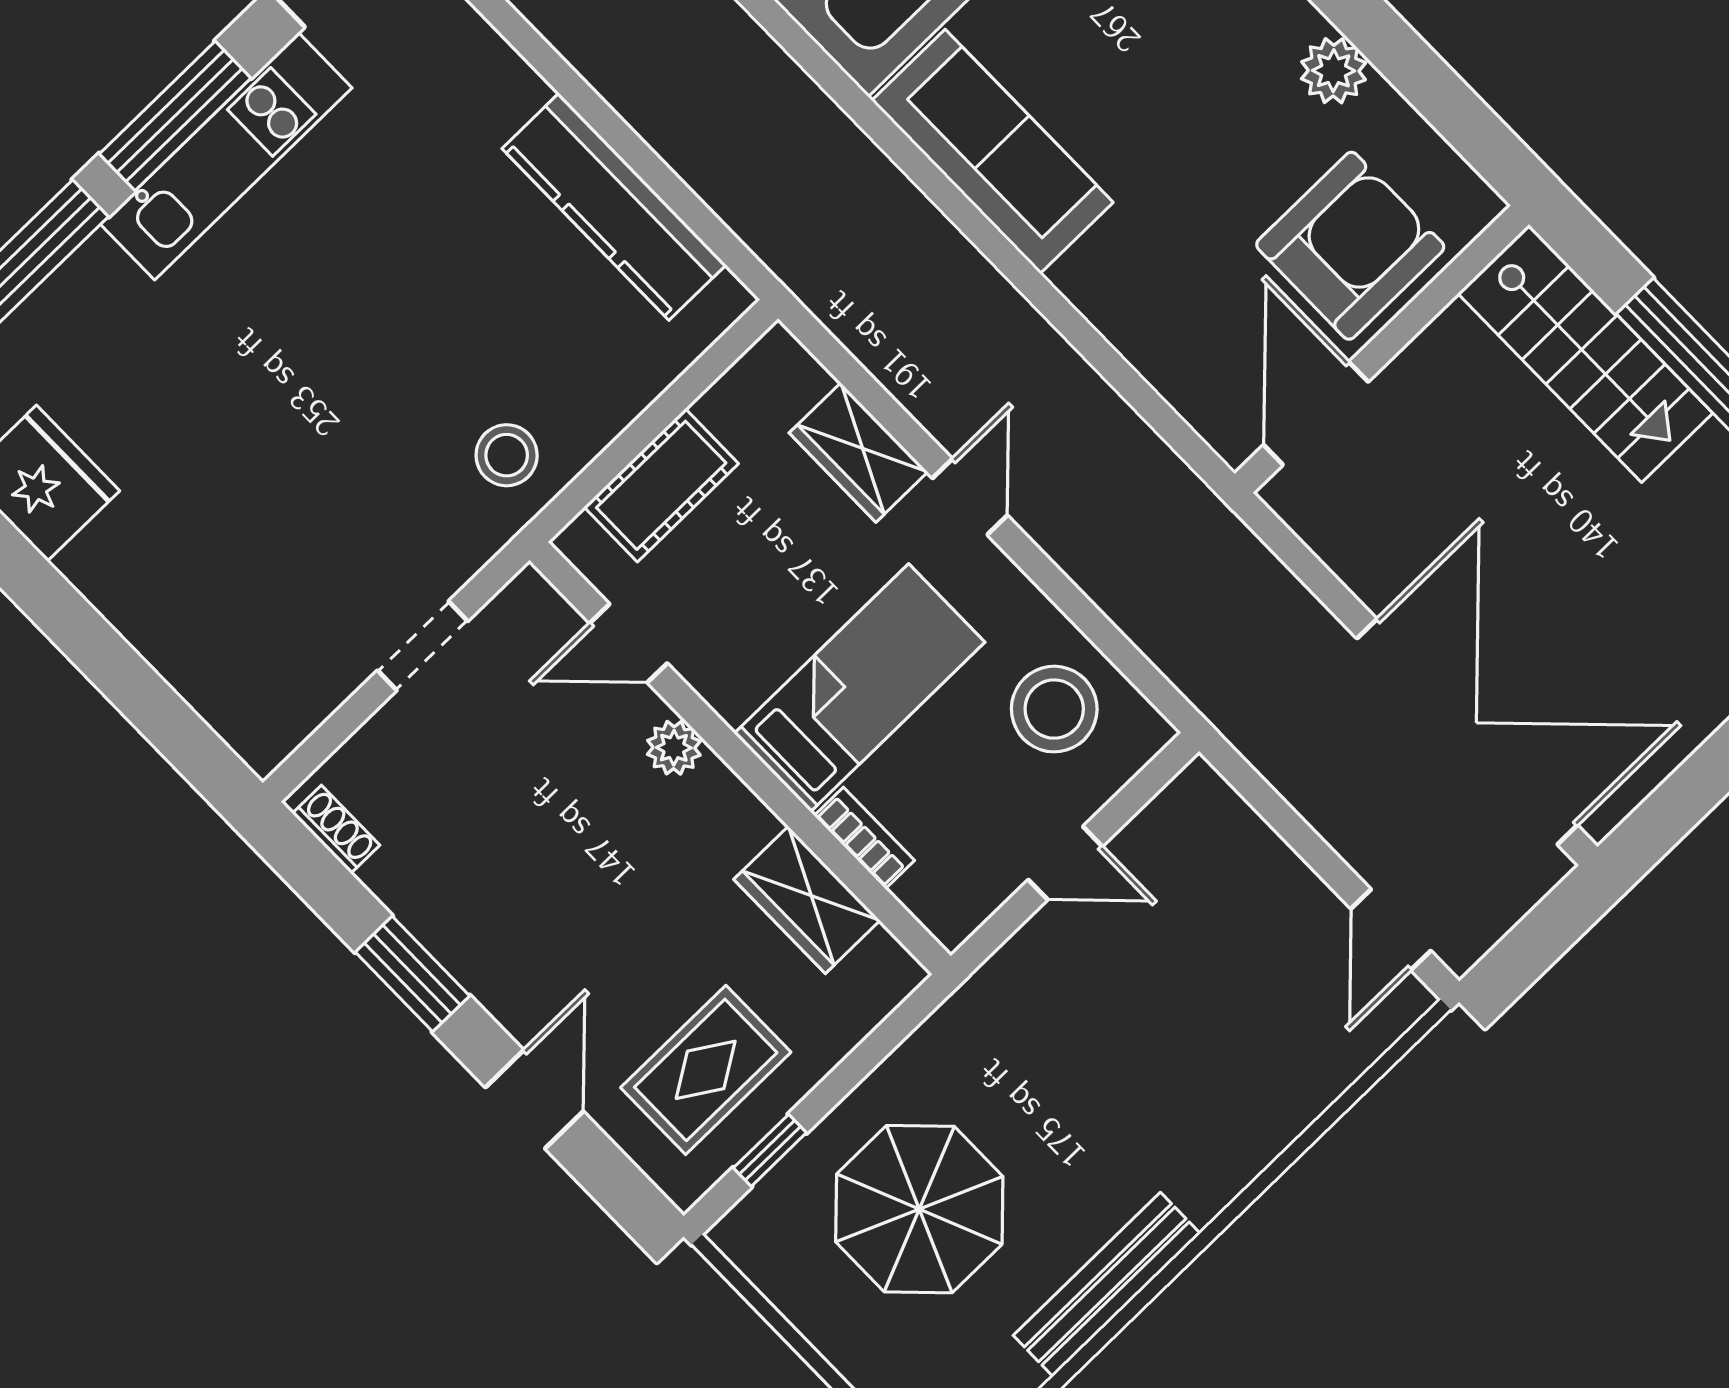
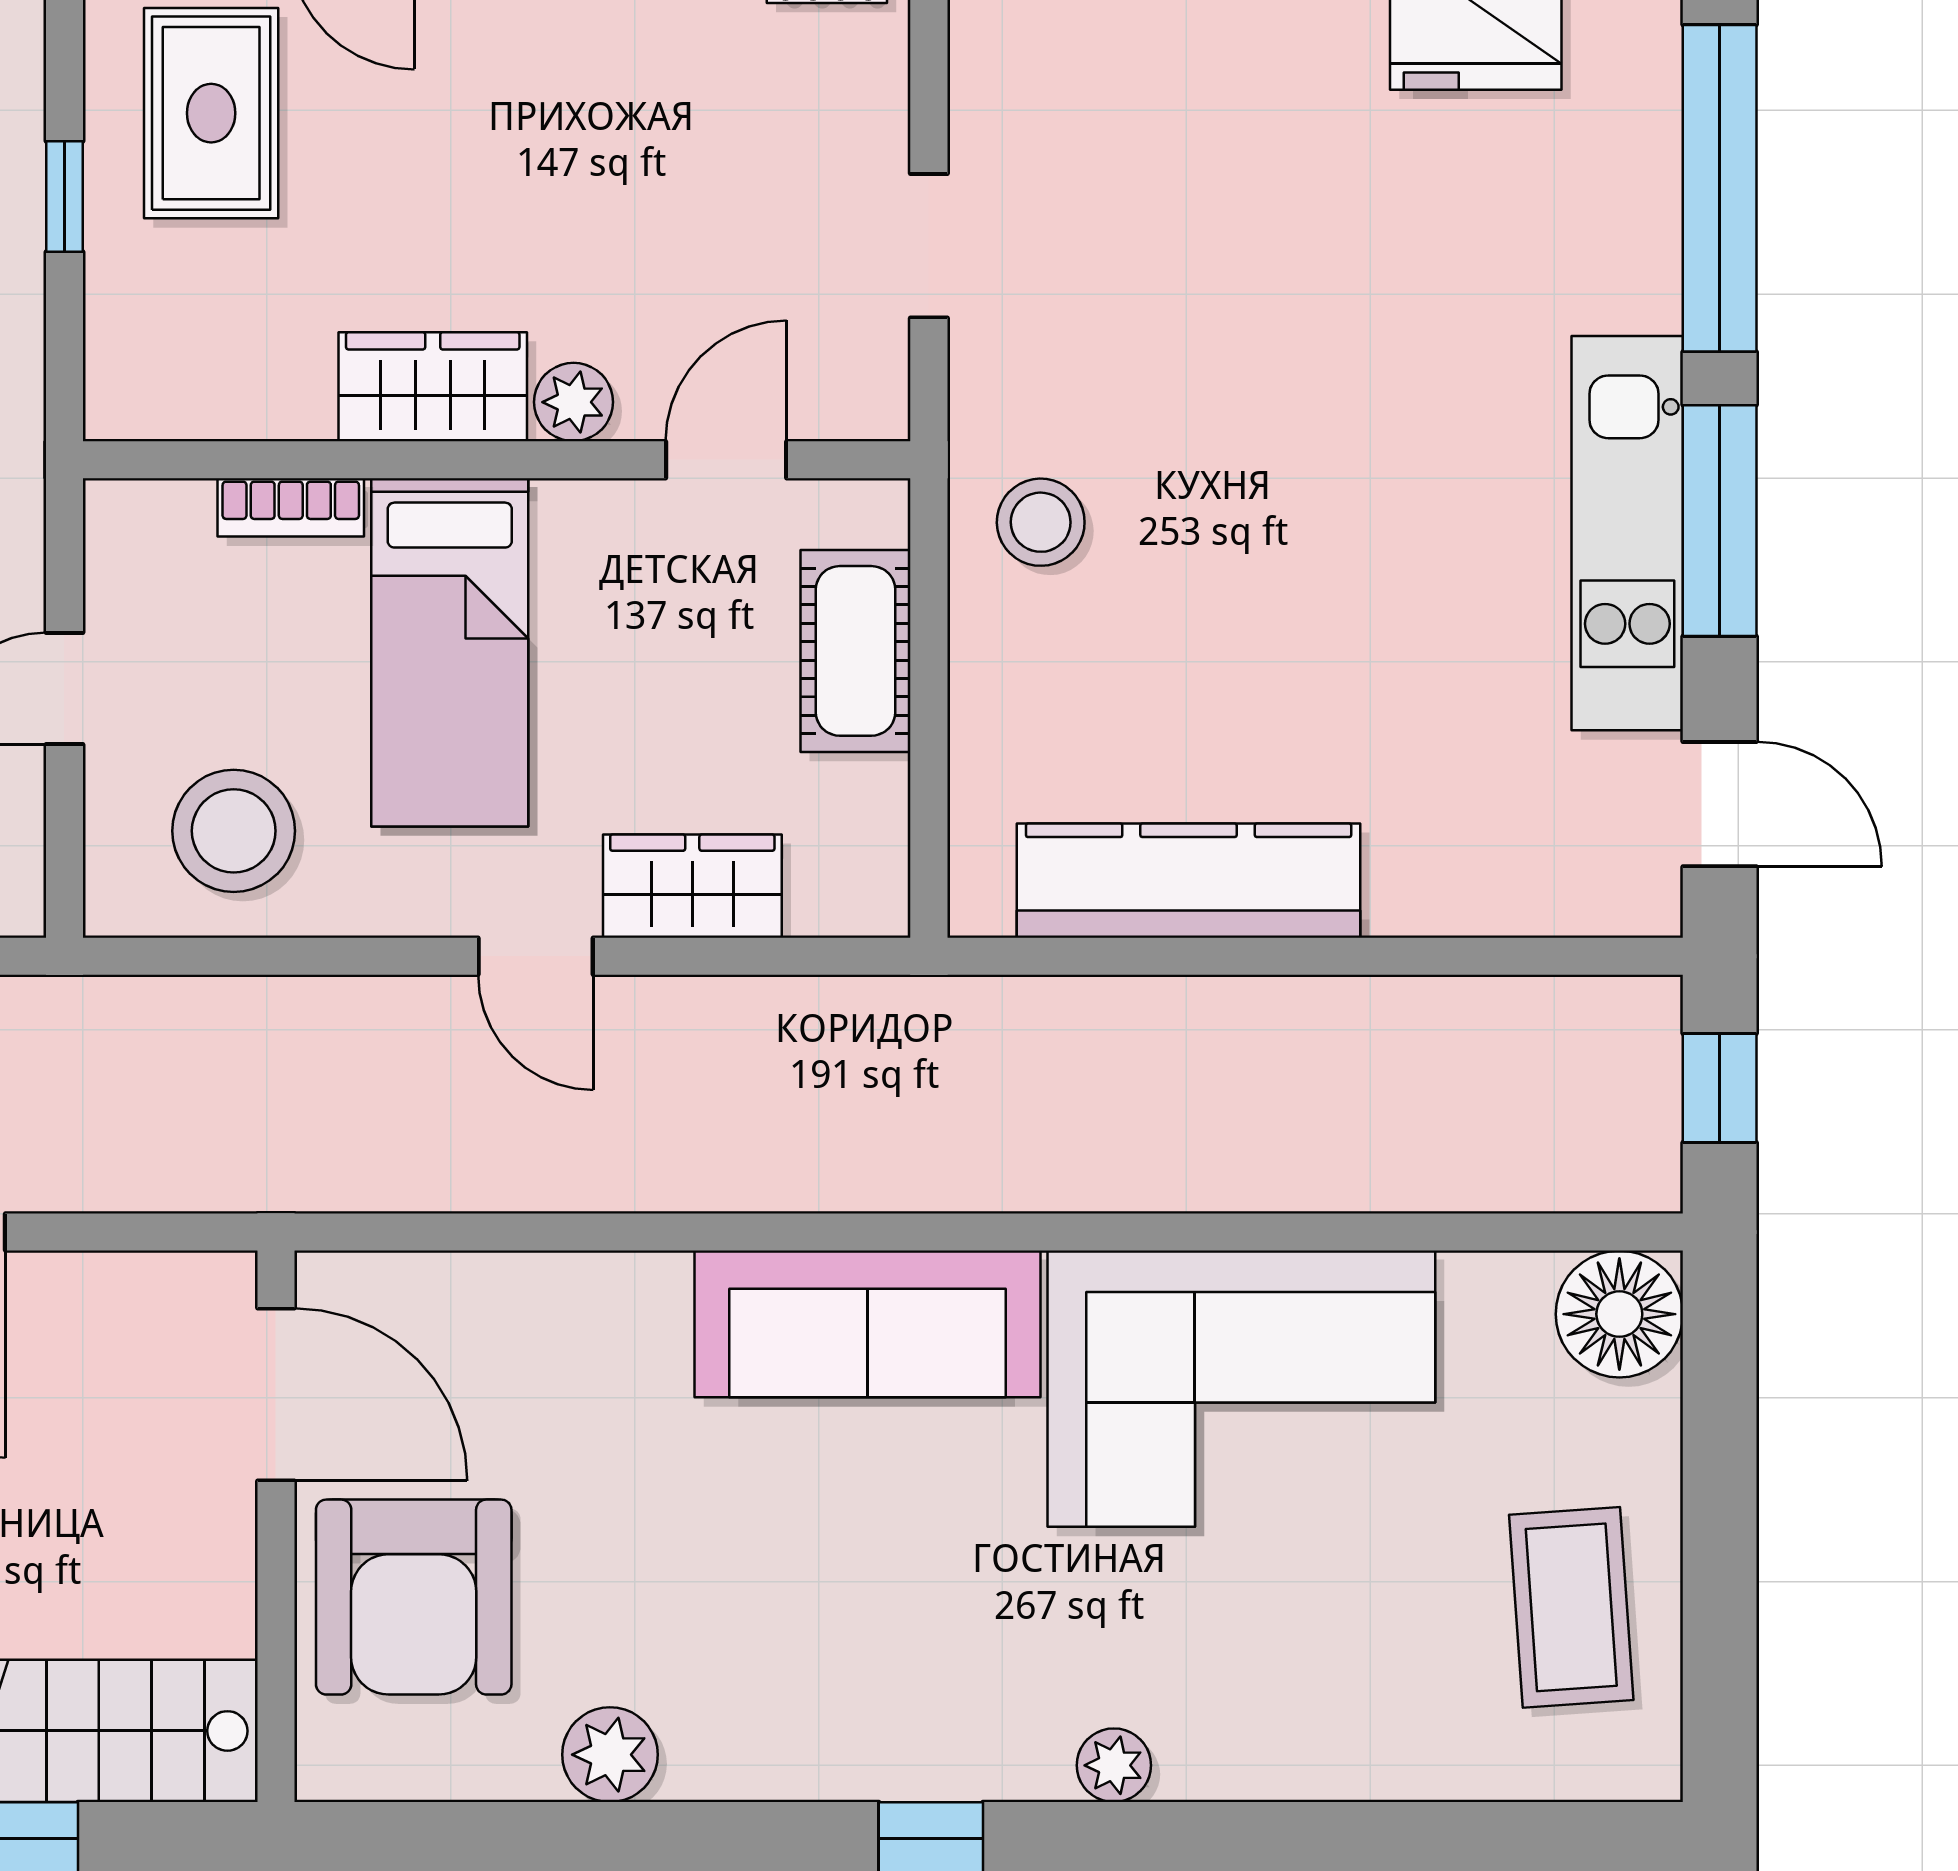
wardrobe: (807, 900) -> (433, 387), moved
window: (770, 1150) -> (64, 197), moved

